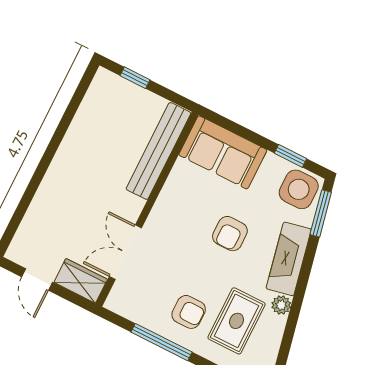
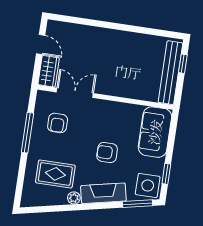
bench: (158, 151) -> (170, 73), moved, turned 90
door: (37, 279) -> (41, 44), swing flipped
armchair: (189, 312) -> (58, 123), moved

